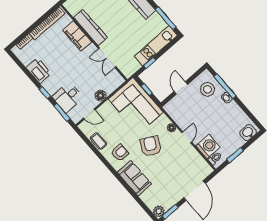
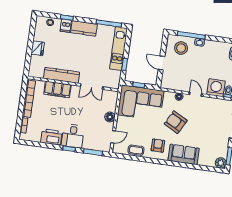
desk: (68, 97) -> (73, 136), moved

